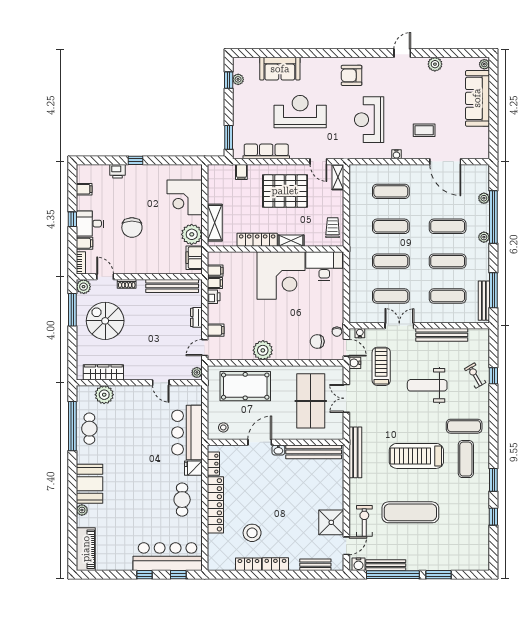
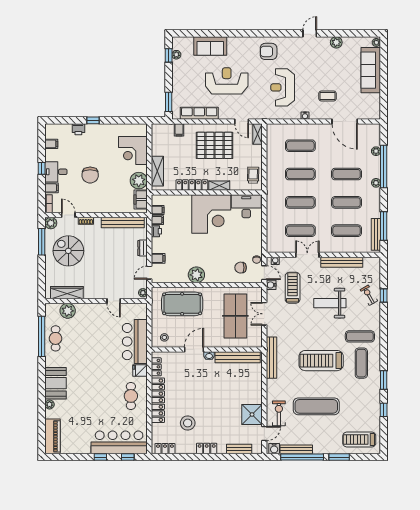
treadmill: (463, 553) -> (359, 440), added
locker: (248, 564) -> (165, 449), moved

